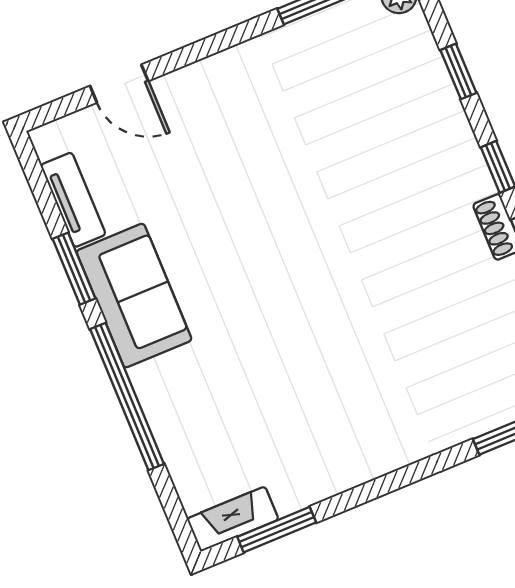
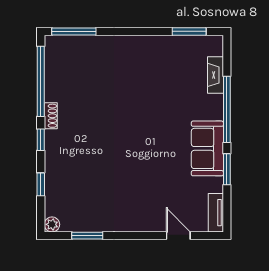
tv unit: (73, 200) -> (216, 213), moved
fireplace: (233, 519) -> (215, 75), moved, turned 90

